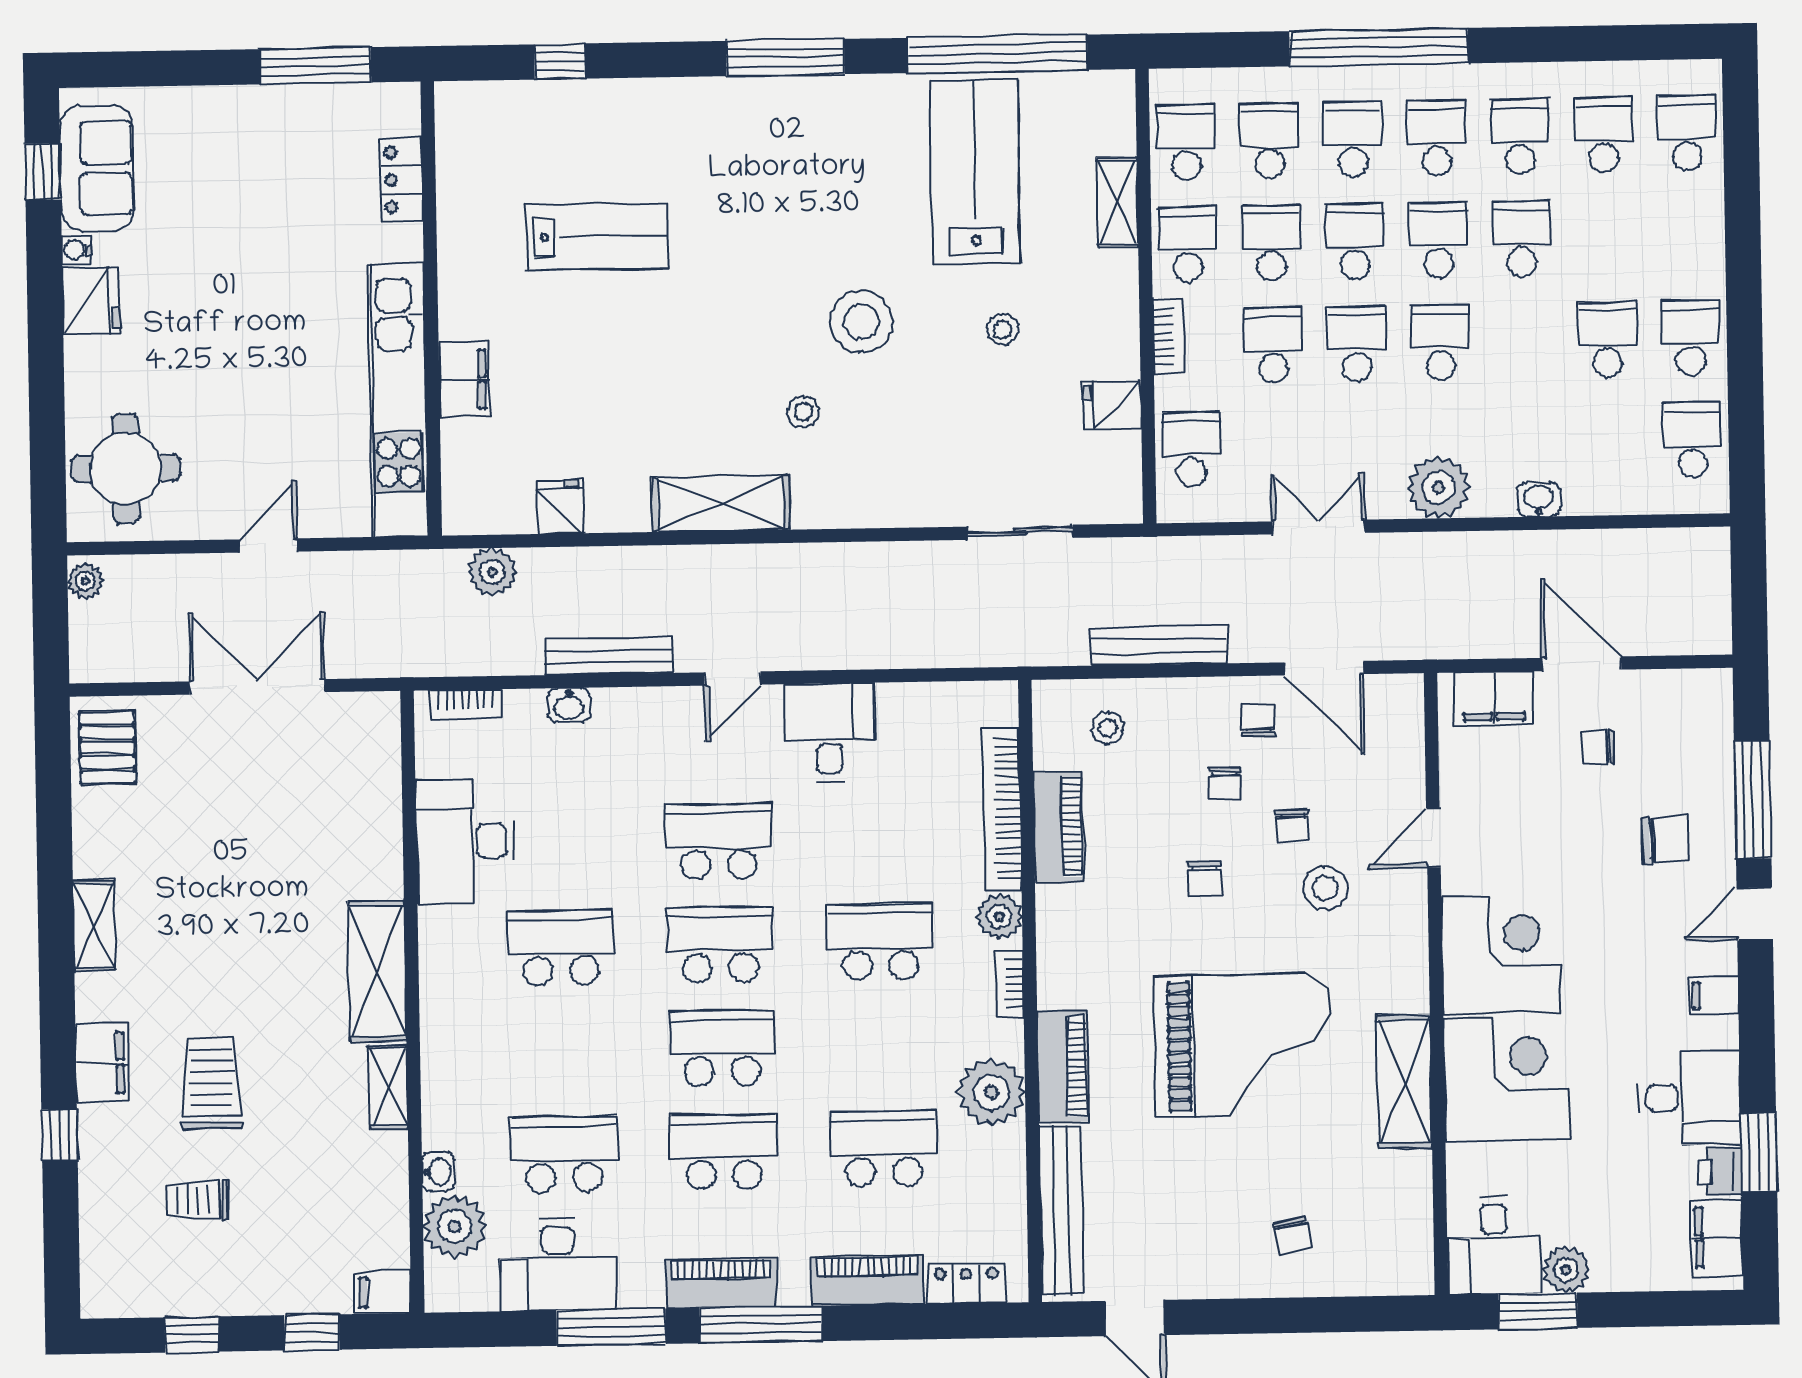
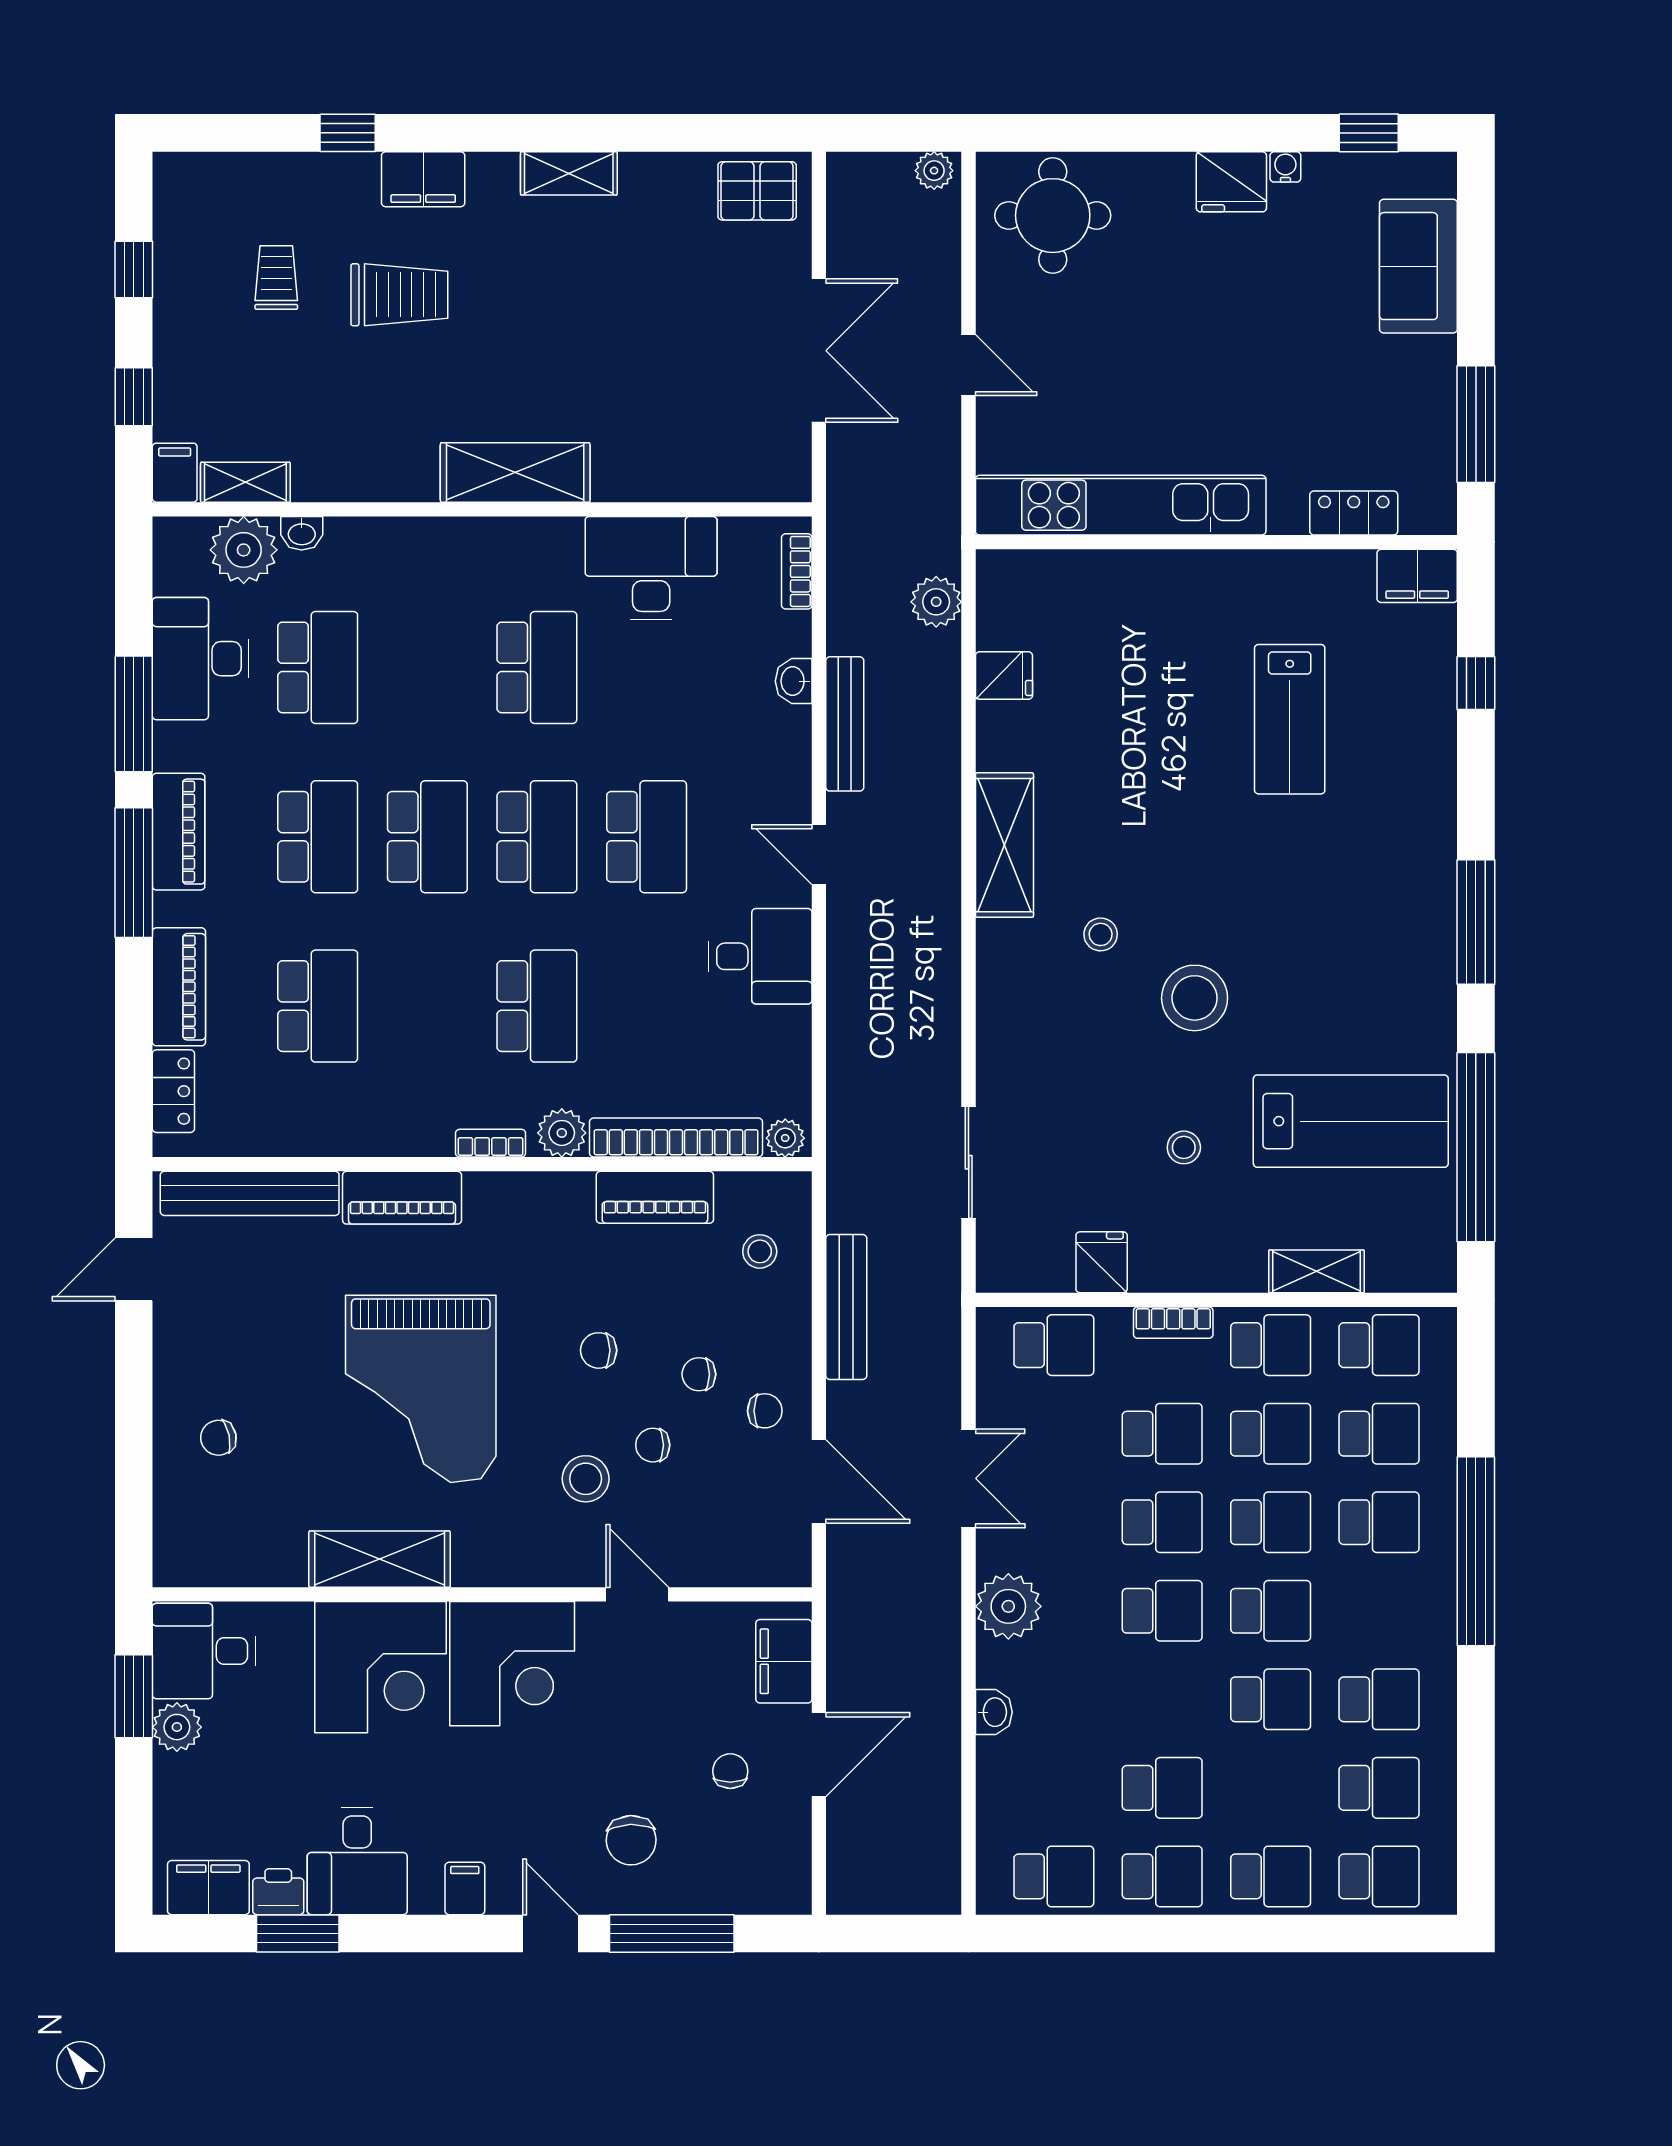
school desk: (1437, 138) -> (1271, 1876), moved
sofa: (97, 168) -> (1418, 266), moved, turned 90
filing cabinet: (464, 379) -> (1417, 576), moved
door: (1324, 668) -> (819, 1482), swing flipped
shelving: (388, 1087) -> (245, 482), moved
plant: (991, 1092) -> (785, 1138), moved, width x0.53, depth x0.53

